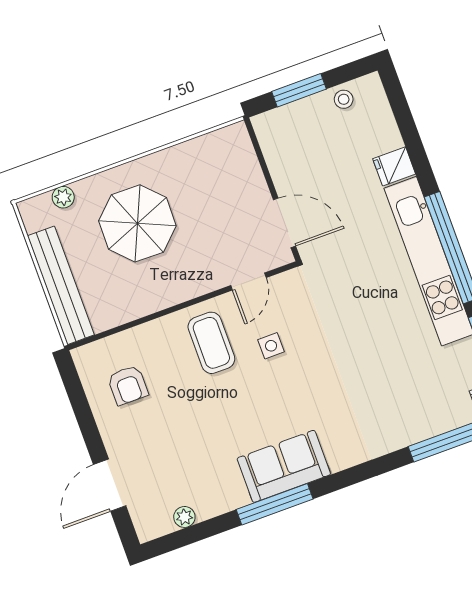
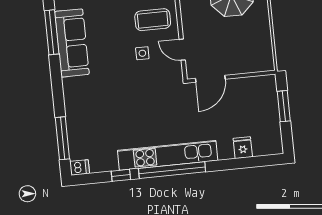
stool: (344, 99) -> (272, 130), removed
fridge: (394, 166) -> (243, 148), moved
sofa: (284, 466) -> (72, 43), width x1.36

